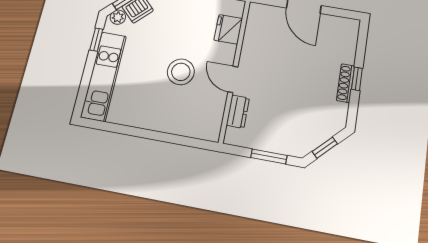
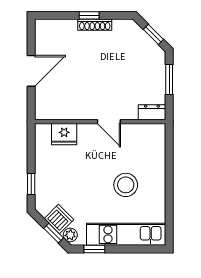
stool: (181, 72) -> (126, 185), moved
door: (233, 79) -> (109, 122), hinge flipped
dresser: (238, 112) -> (152, 112), moved

